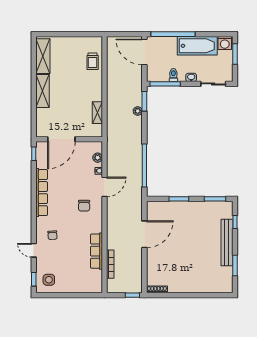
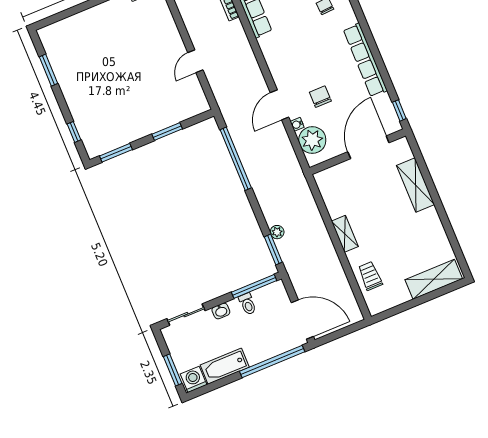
bathtub: (197, 46) -> (225, 366), width x0.73, depth x0.73
shelving: (43, 56) -> (434, 279), moved, turned 90
shelving: (43, 91) -> (415, 185), moved
shelving: (97, 113) -> (345, 234), moved
plant: (98, 158) -> (312, 140), width x1.87, depth x1.87
chair: (84, 206) -> (320, 97), moved
door: (144, 234) -> (195, 61), width x0.53
bench: (227, 243) -> (73, 98), removed

